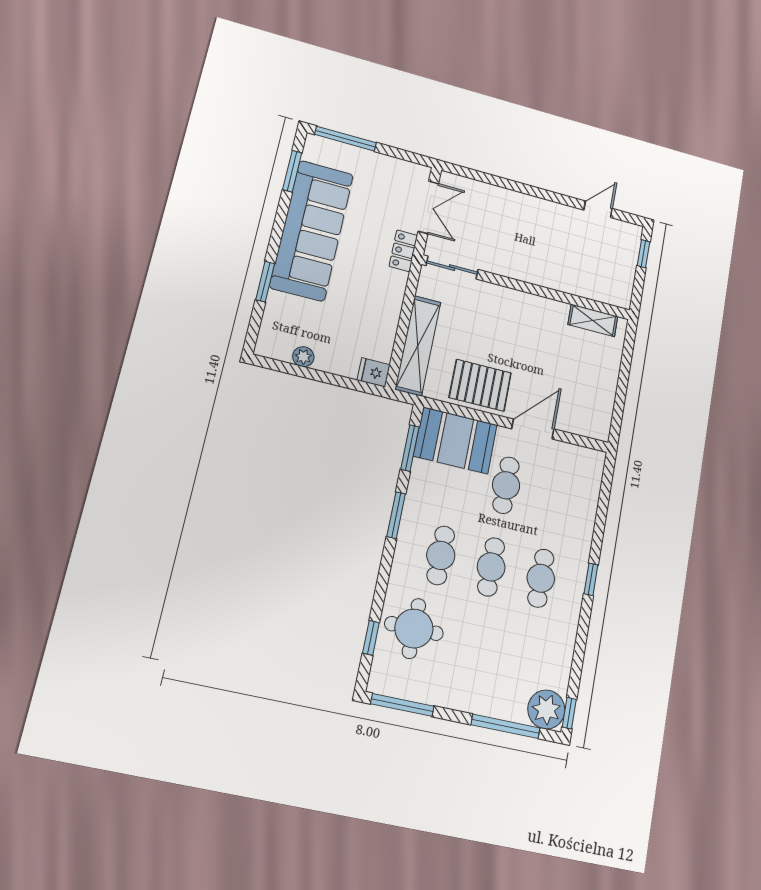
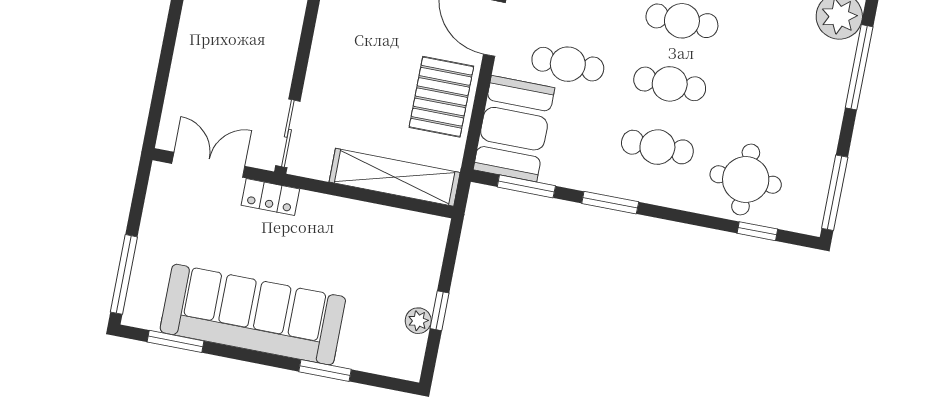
fridge: (374, 372) -> (433, 233), removed
window: (311, 374) -> (439, 311), added

